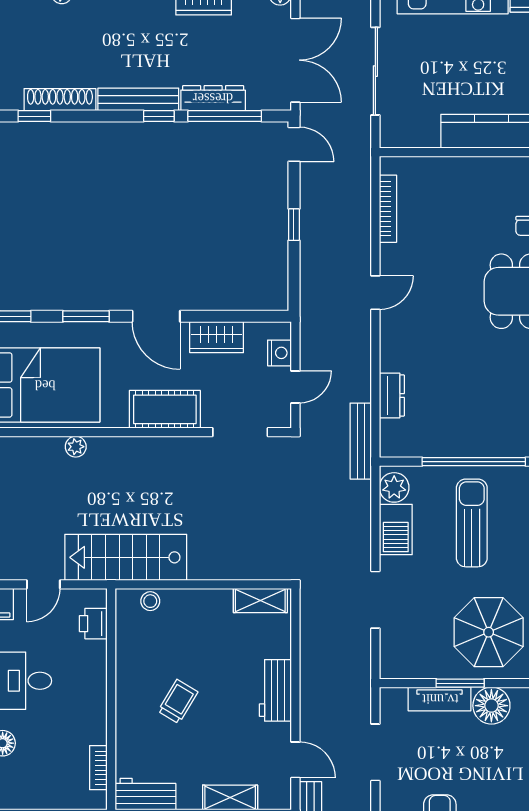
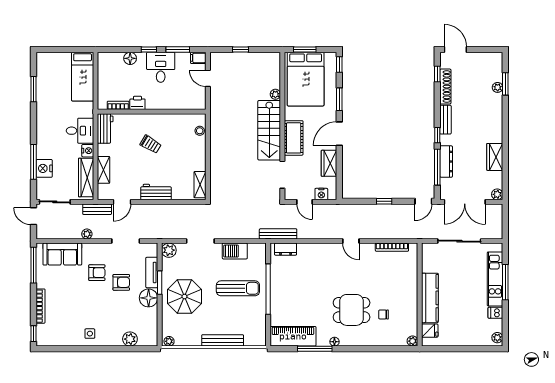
bench: (138, 99) -> (445, 120), width x0.73
dresser: (392, 395) -> (286, 249), moved
plant: (394, 487) -> (169, 250), moved
stairs: (126, 557) -> (269, 130), moved, turned 180
printer: (93, 624) -> (137, 103), moved
armchair: (460, 761) -> (121, 282), added

